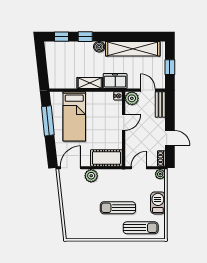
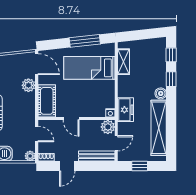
shelving: (90, 83) -> (124, 62), moved
bench: (160, 104) -> (97, 156), width x1.36
door: (124, 122) -> (71, 118), moved

